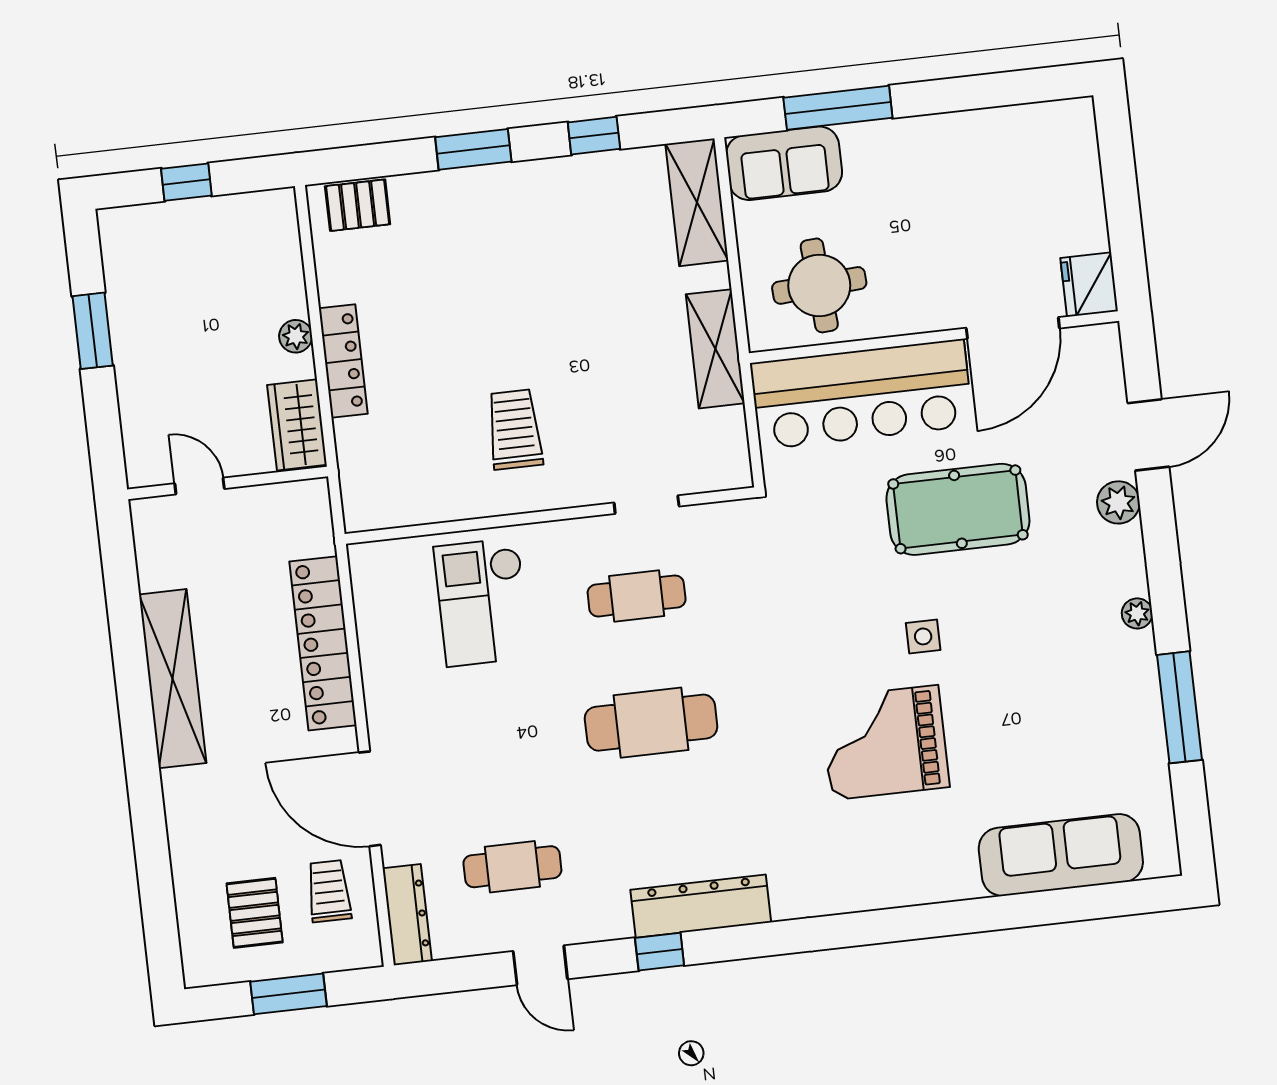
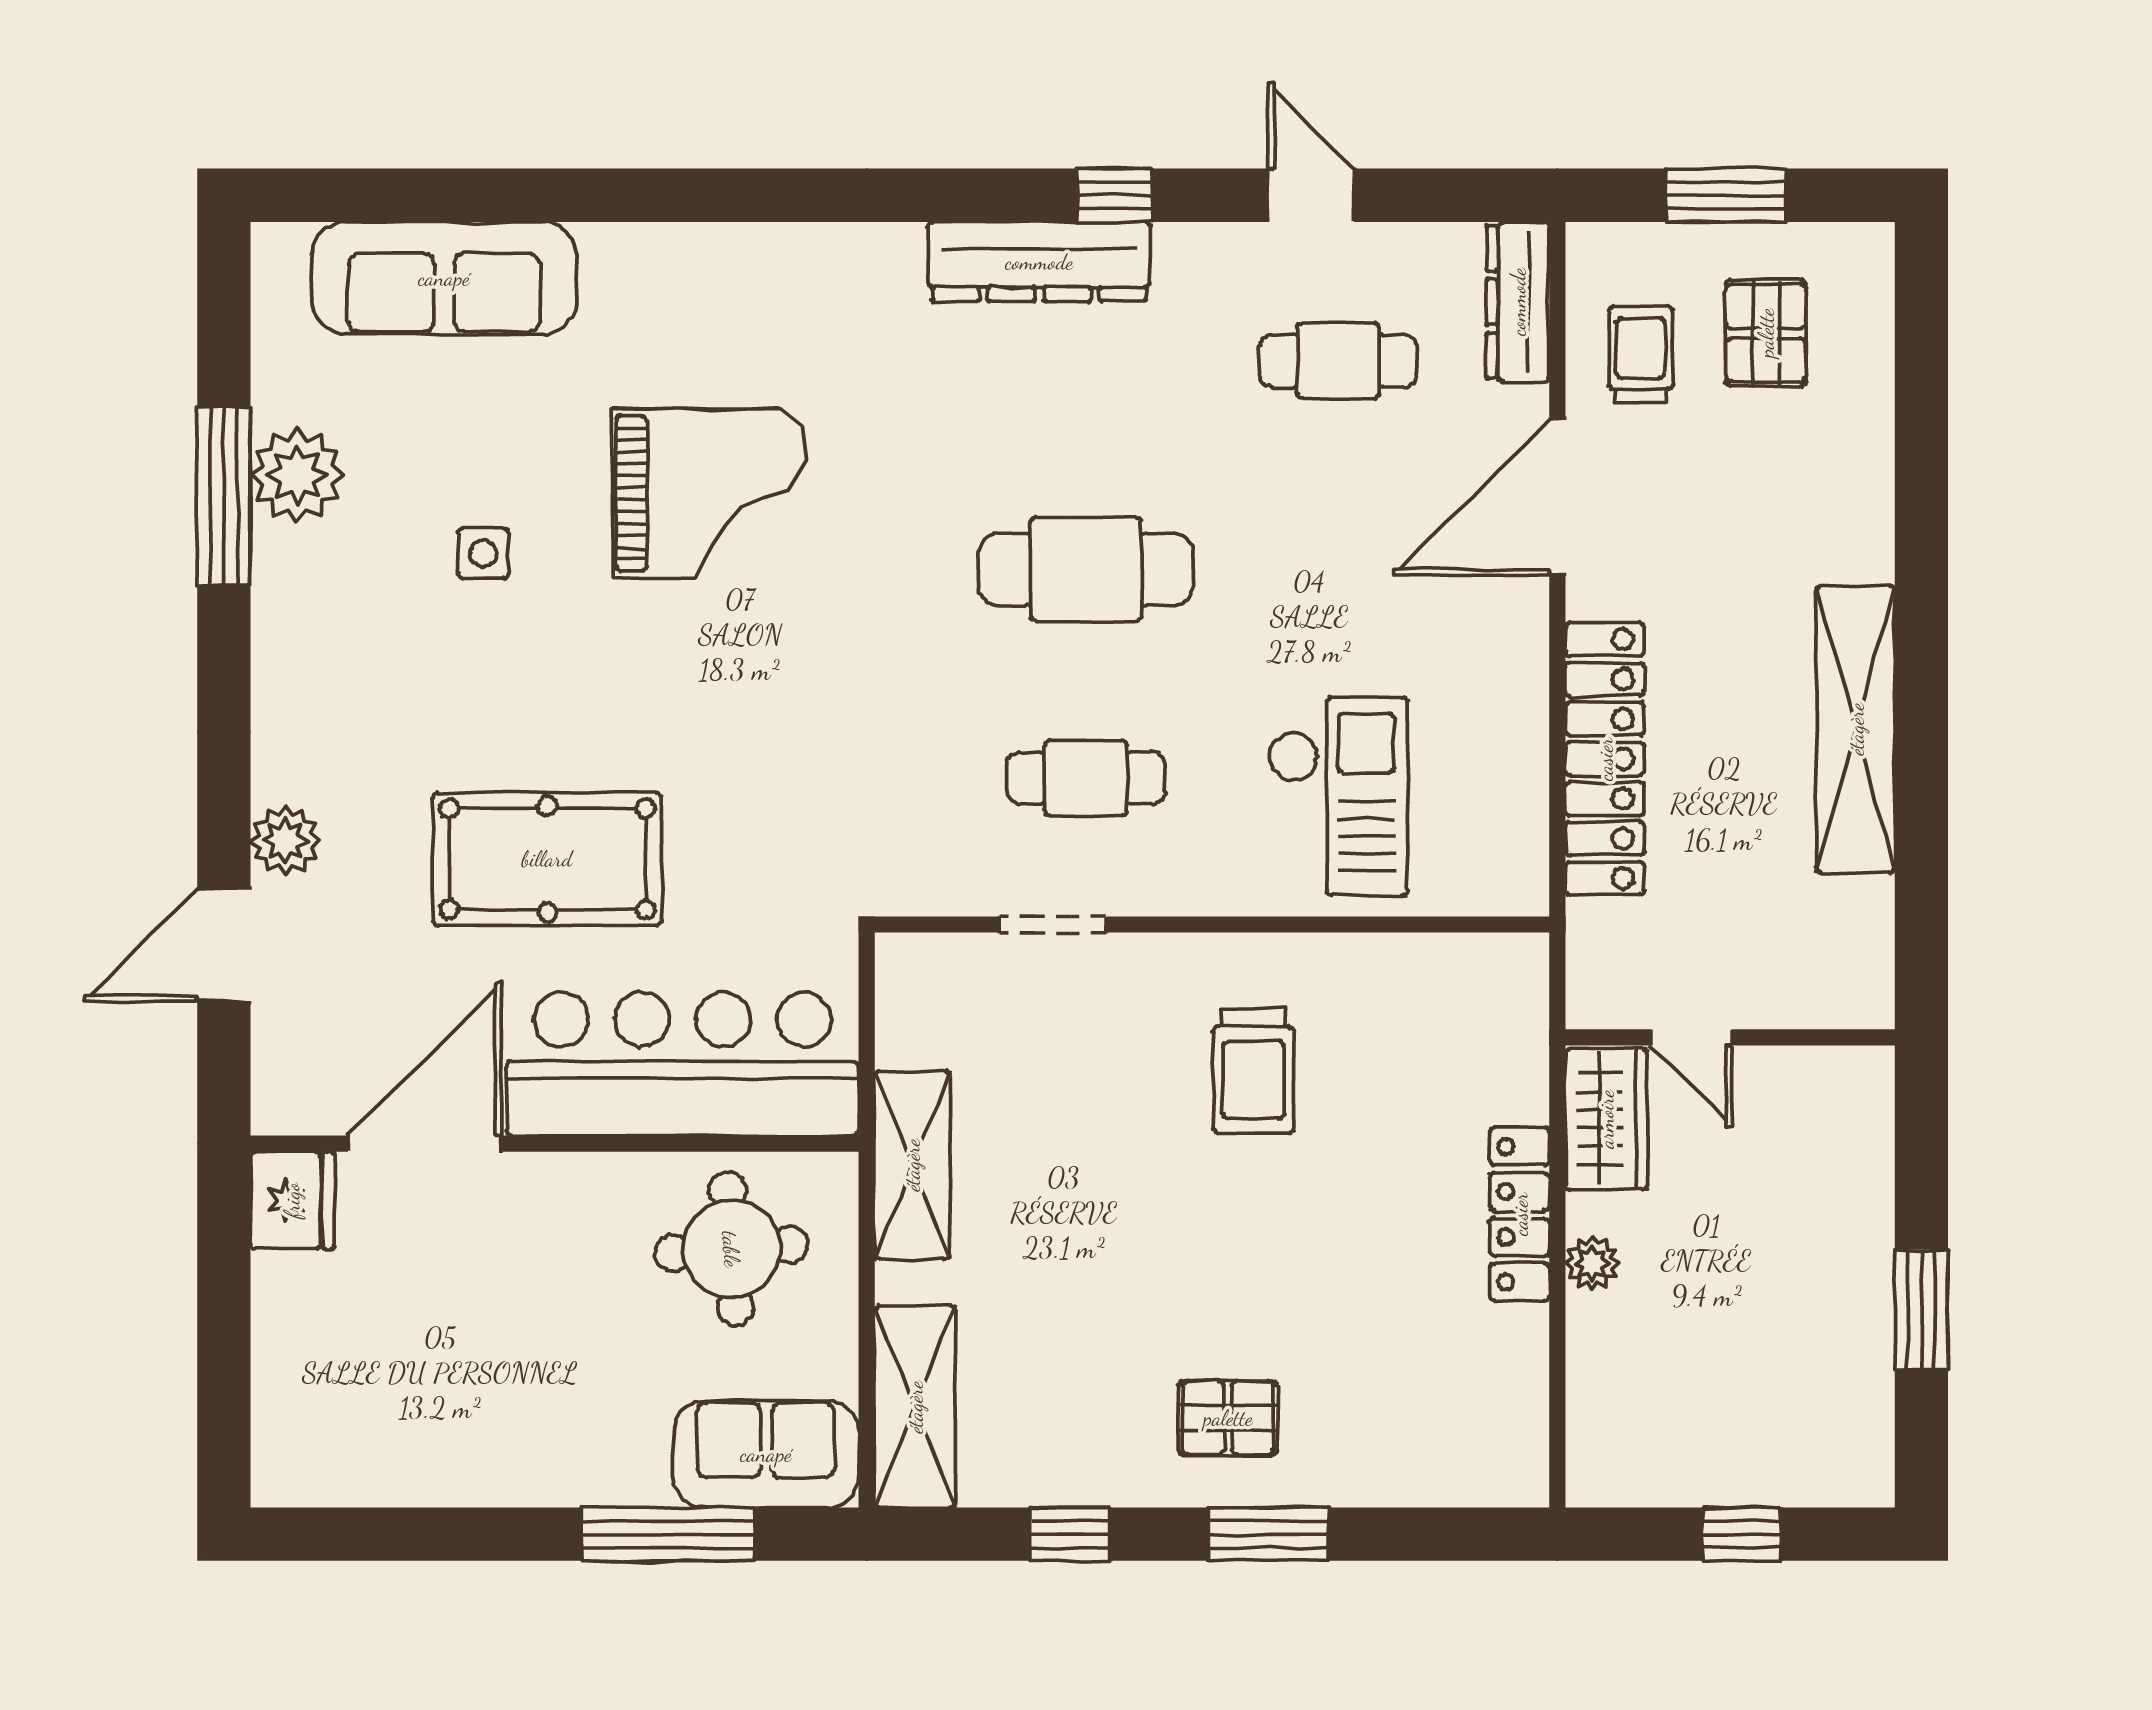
pallet: (358, 205) -> (1228, 1418), moved
door: (200, 486) -> (1691, 1037), moved
plant: (1137, 613) -> (297, 475), moved, width x1.87, depth x1.87
side table: (923, 636) -> (483, 553), moved
door: (370, 799) -> (1557, 497), swing flipped
trolley: (329, 891) -> (1641, 355), turned 180

